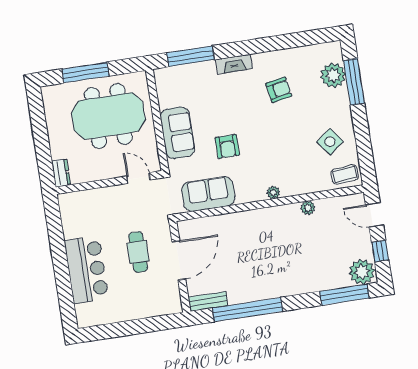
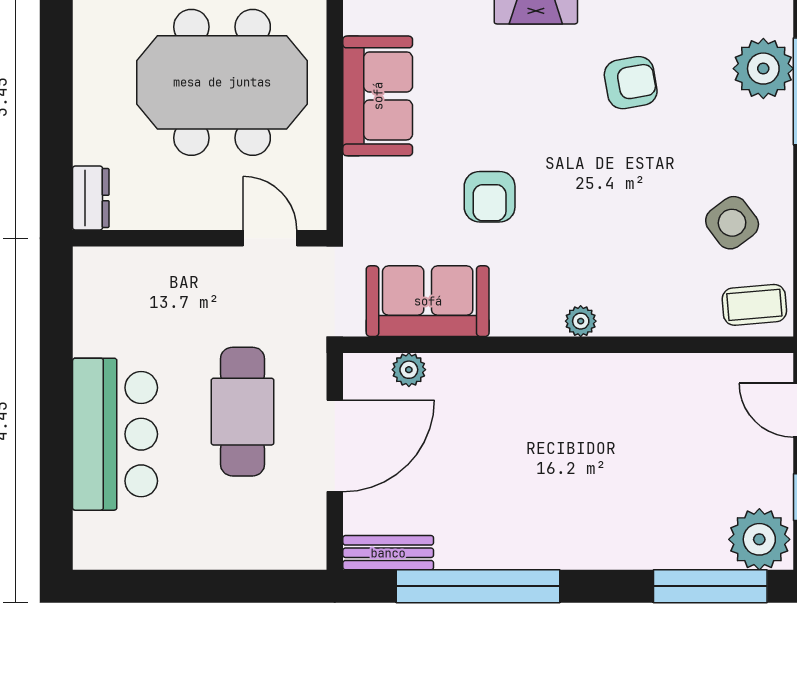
sofa: (177, 133) -> (378, 96), moved
plant: (308, 208) -> (409, 370), moved
cafe table: (138, 252) -> (243, 412), width x1.37, depth x1.35

